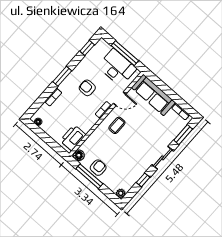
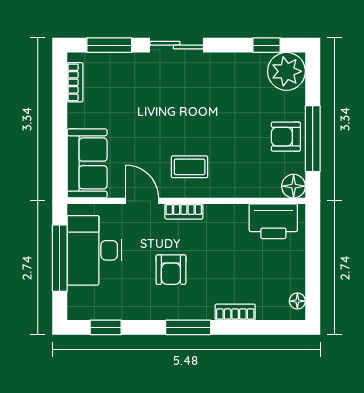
sofa: (153, 95) -> (87, 163), width x0.73
window: (143, 180) -> (267, 45), moved
plant: (121, 193) -> (286, 71), width x1.88, depth x1.88

